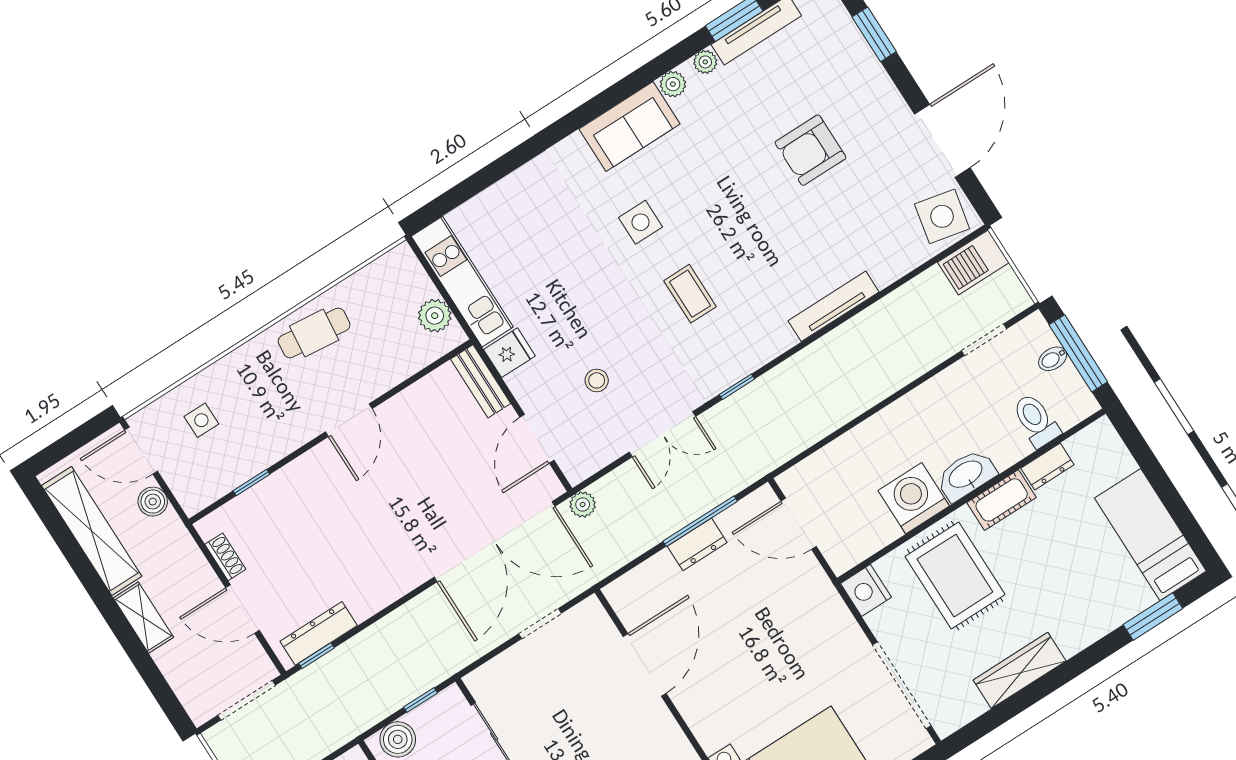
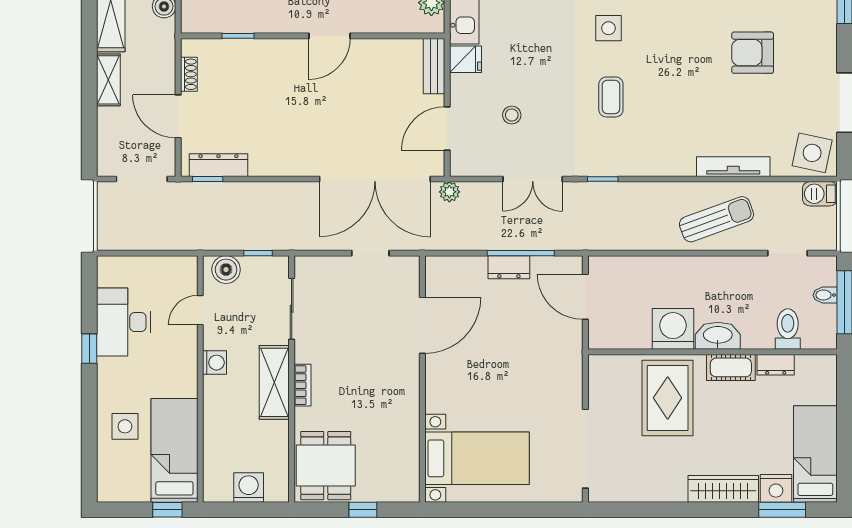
barbecue: (973, 262) -> (820, 194), width x0.73, depth x0.79
tv unit: (834, 306) -> (733, 167), moved
sun lounger: (885, 352) -> (716, 219), added
nightstand: (866, 590) -> (776, 488), moved, turned -90
wardrobe: (1020, 670) -> (723, 489), moved

